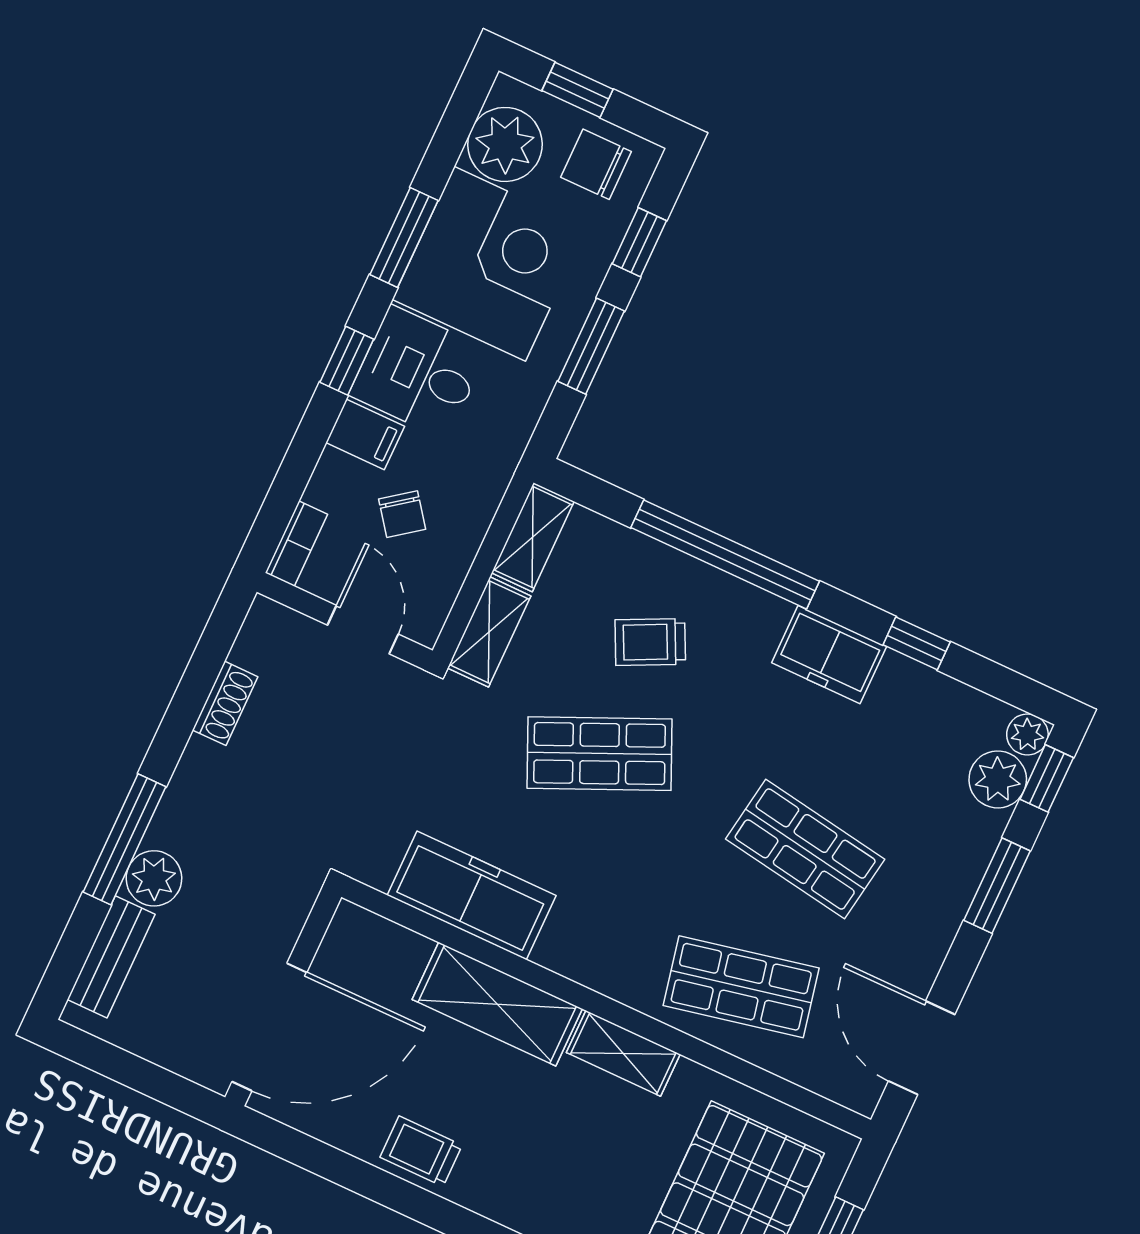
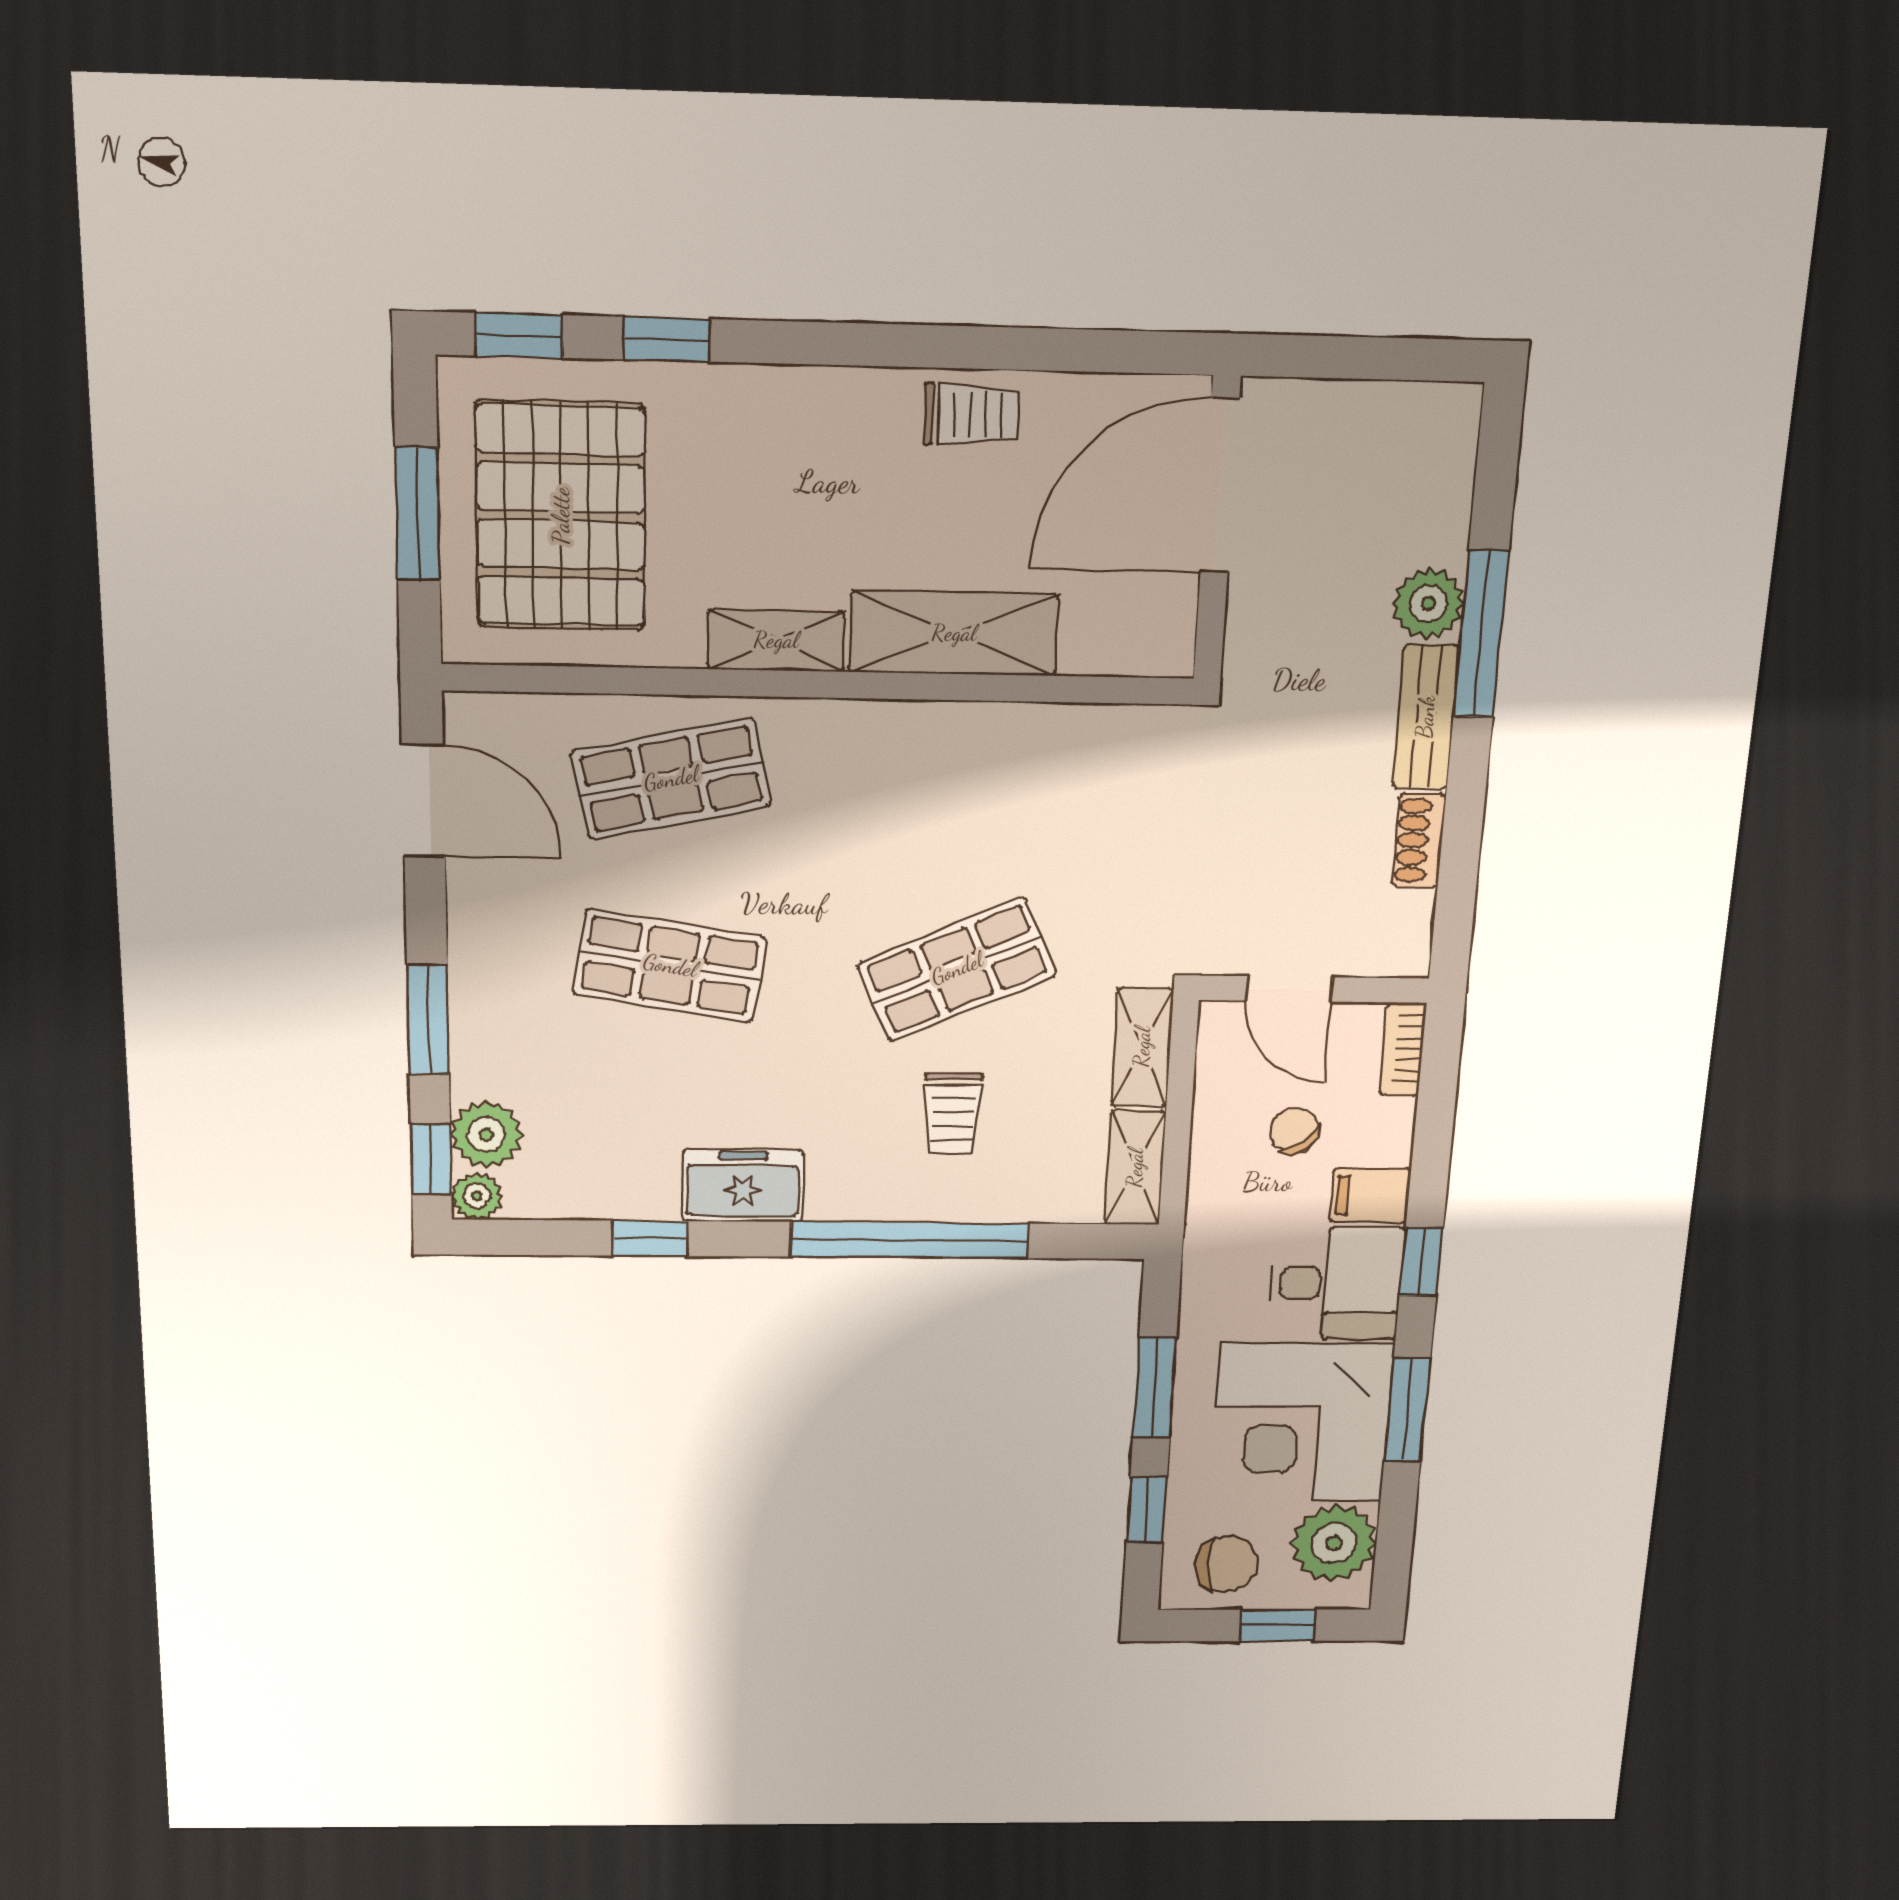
trolley: (650, 642) -> (953, 1114), turned 116
freezer: (472, 895) -> (1038, 747), removed
bench: (111, 957) -> (1426, 717), moved

